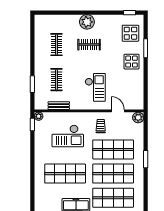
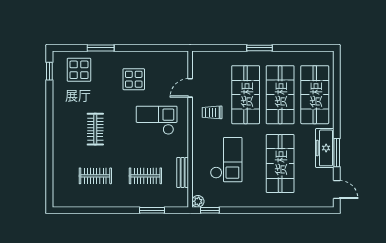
plant: (87, 22) -> (63, 132), removed
display table: (131, 62) -> (134, 79), moved
plant: (138, 117) -> (200, 59), removed

